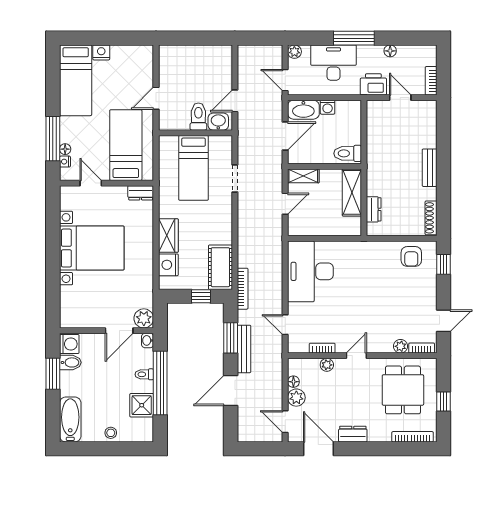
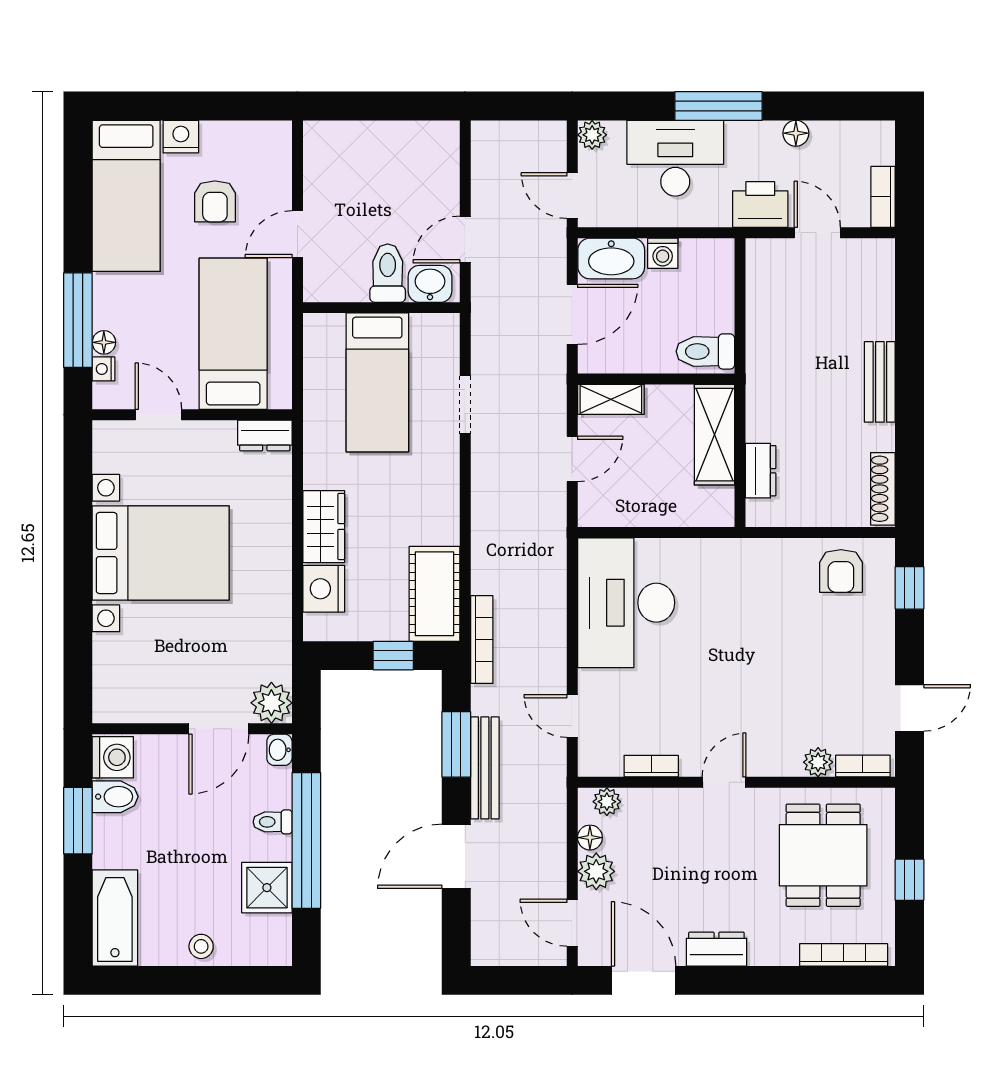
armchair: (117, 83) -> (215, 201), added
plant: (327, 365) -> (607, 802), moved

